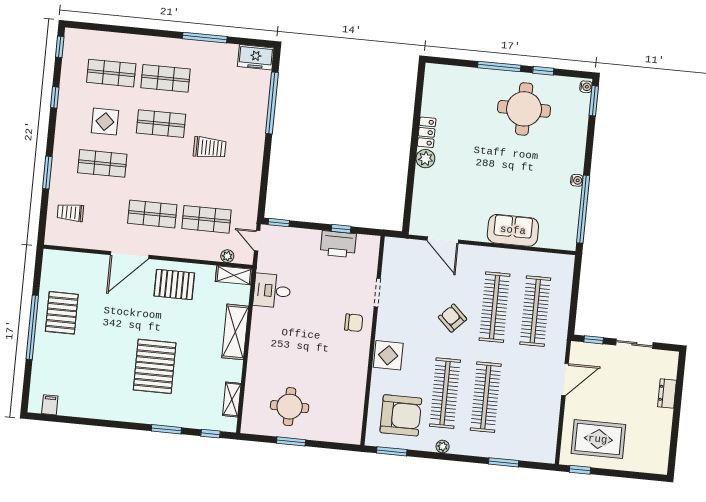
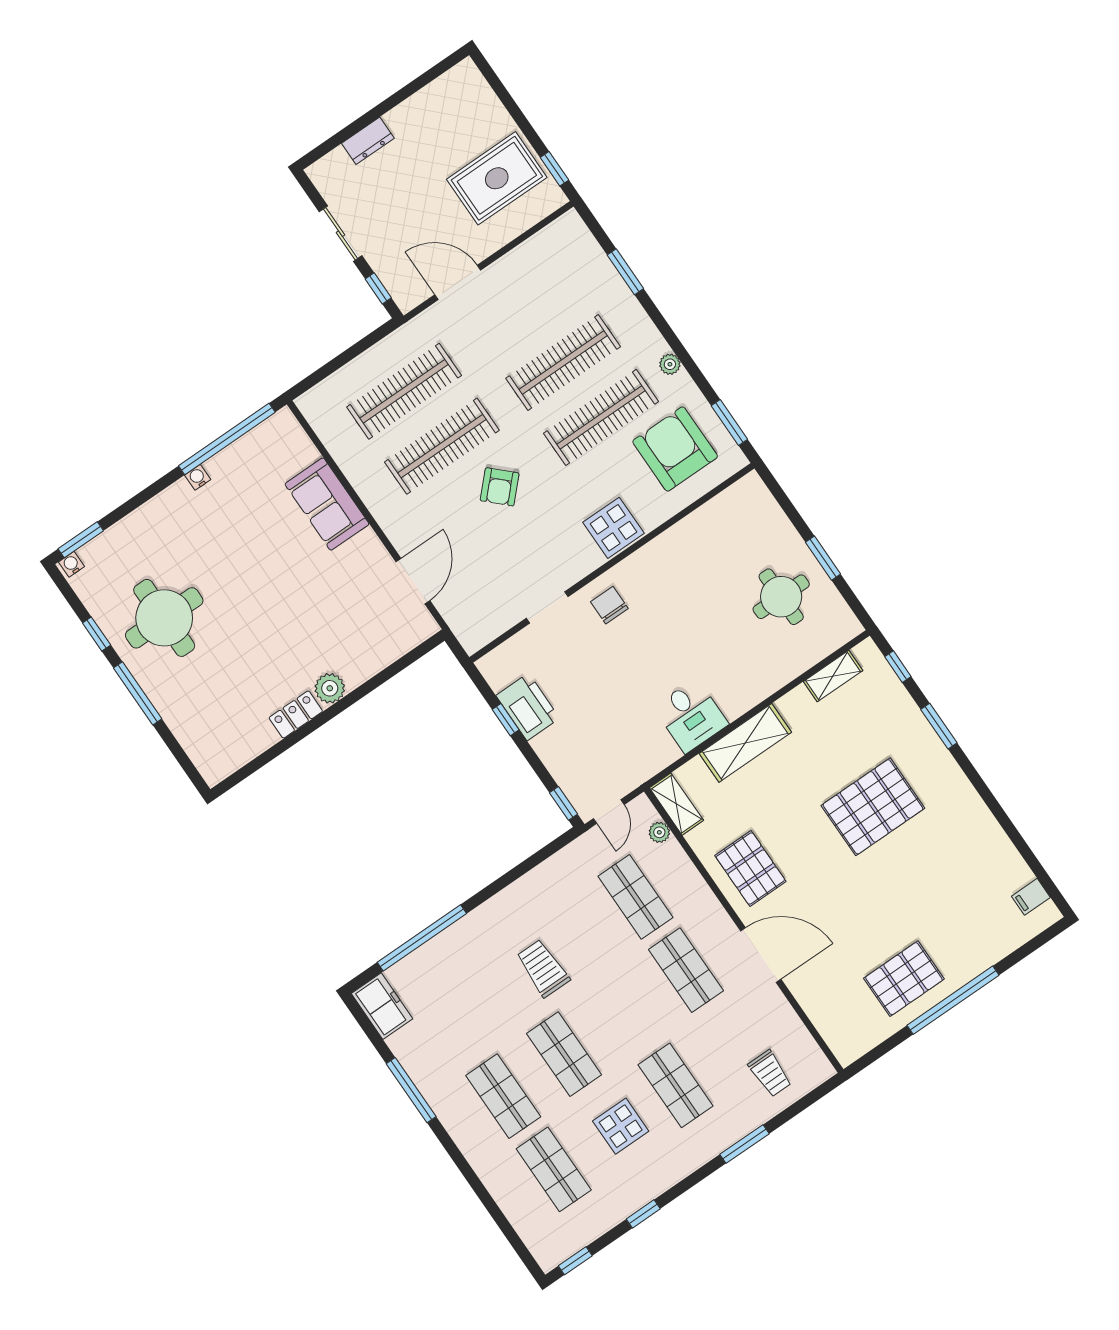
desk: (272, 291) -> (691, 716), moved
rug: (598, 439) -> (497, 178), turned 90

